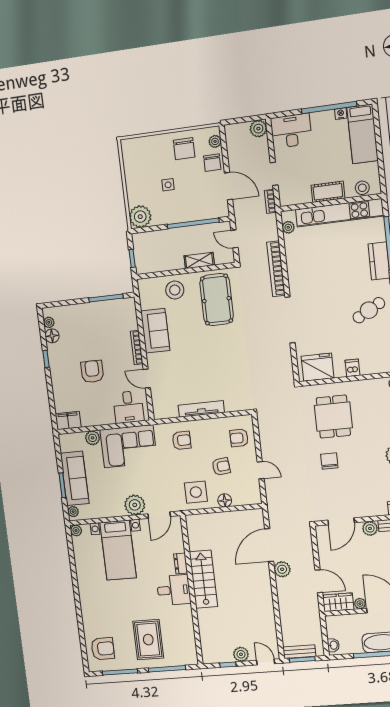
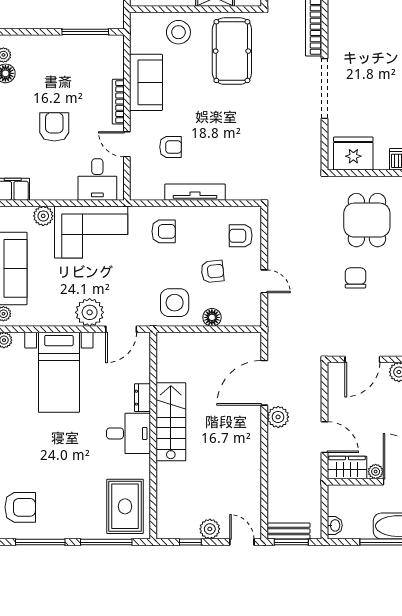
armchair: (179, 377) -> (171, 147), added
rug: (148, 640) -> (125, 506), moved

